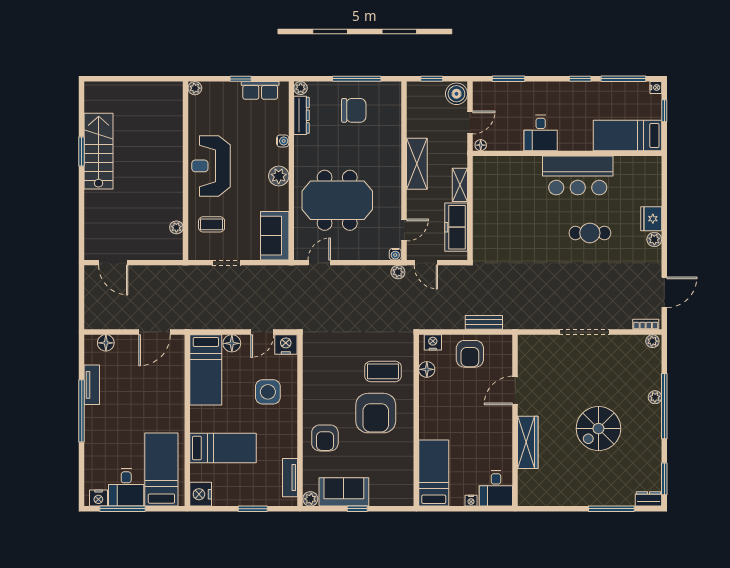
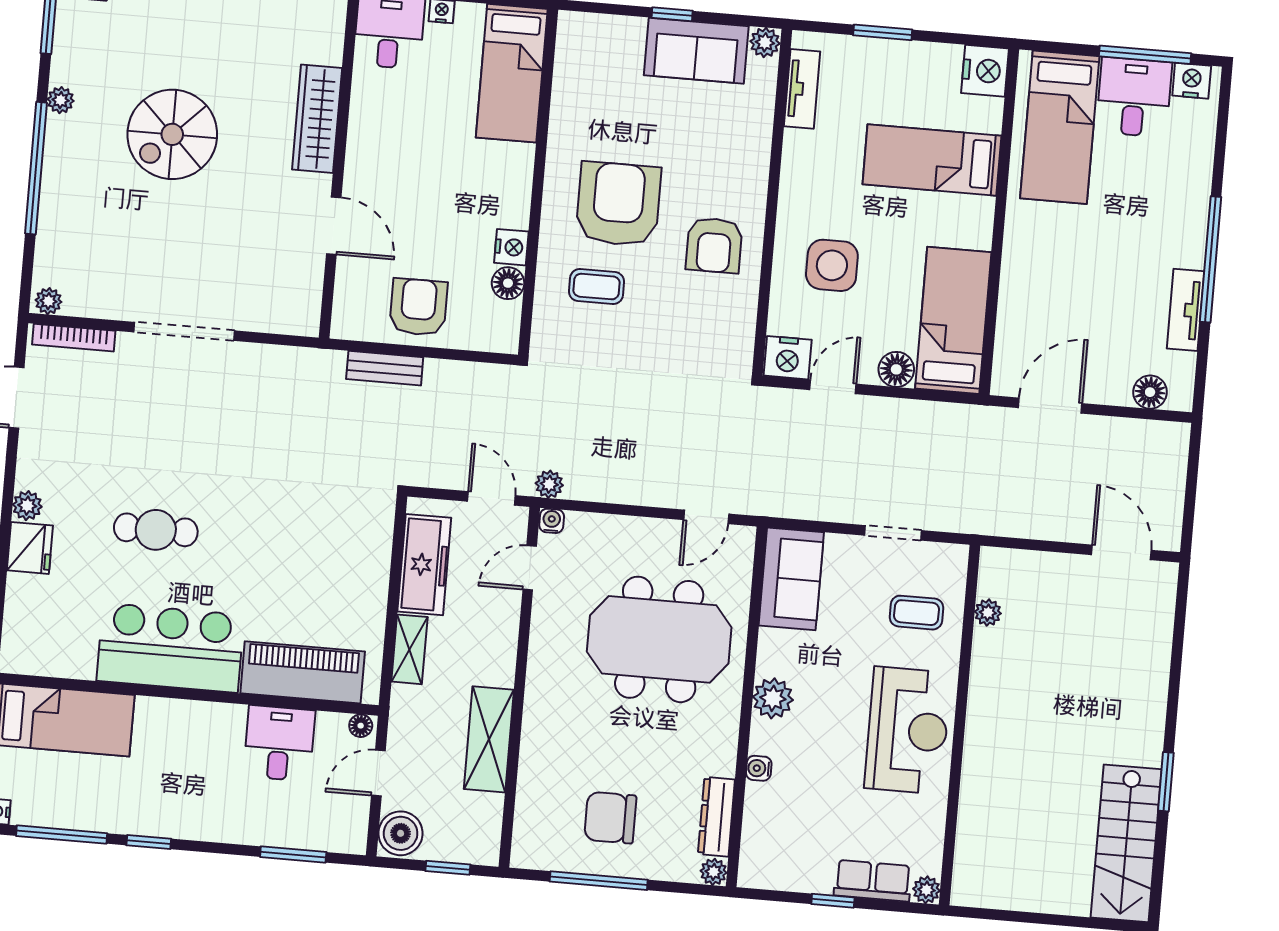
row of seats: (260, 90) -> (873, 881), moved
desk: (541, 133) -> (279, 743), moved
stairs: (99, 151) -> (1126, 843), moved
shelving: (417, 164) -> (489, 739), moved
piano: (511, 169) -> (303, 672), added
bookcase: (646, 324) -> (74, 338), width x1.56
nightstand: (433, 342) -> (511, 247), moved, turned -90
coffee table: (383, 371) -> (596, 287), width x0.73, depth x0.77
door: (515, 390) -> (334, 226), hinge flipped
plant: (655, 397) -> (61, 100), moved
spiral stairs: (598, 429) -> (172, 134), turned 180
armchair: (325, 438) -> (714, 245), moved, turned 180

